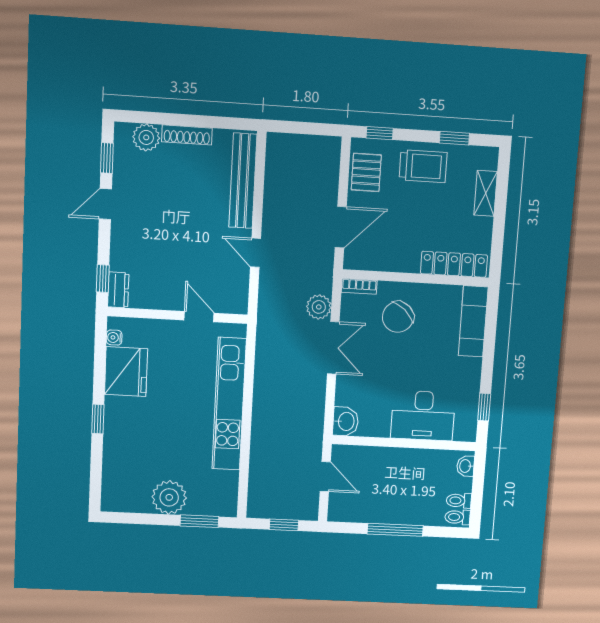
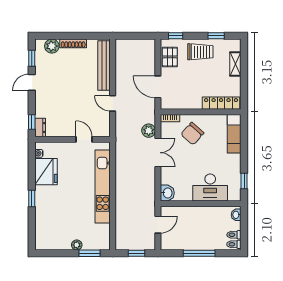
door: (341, 227) -> (158, 87), swing flipped
door: (325, 477) -> (158, 225), hinge flipped
plant: (169, 497) -> (77, 245), width x0.53, depth x0.53

